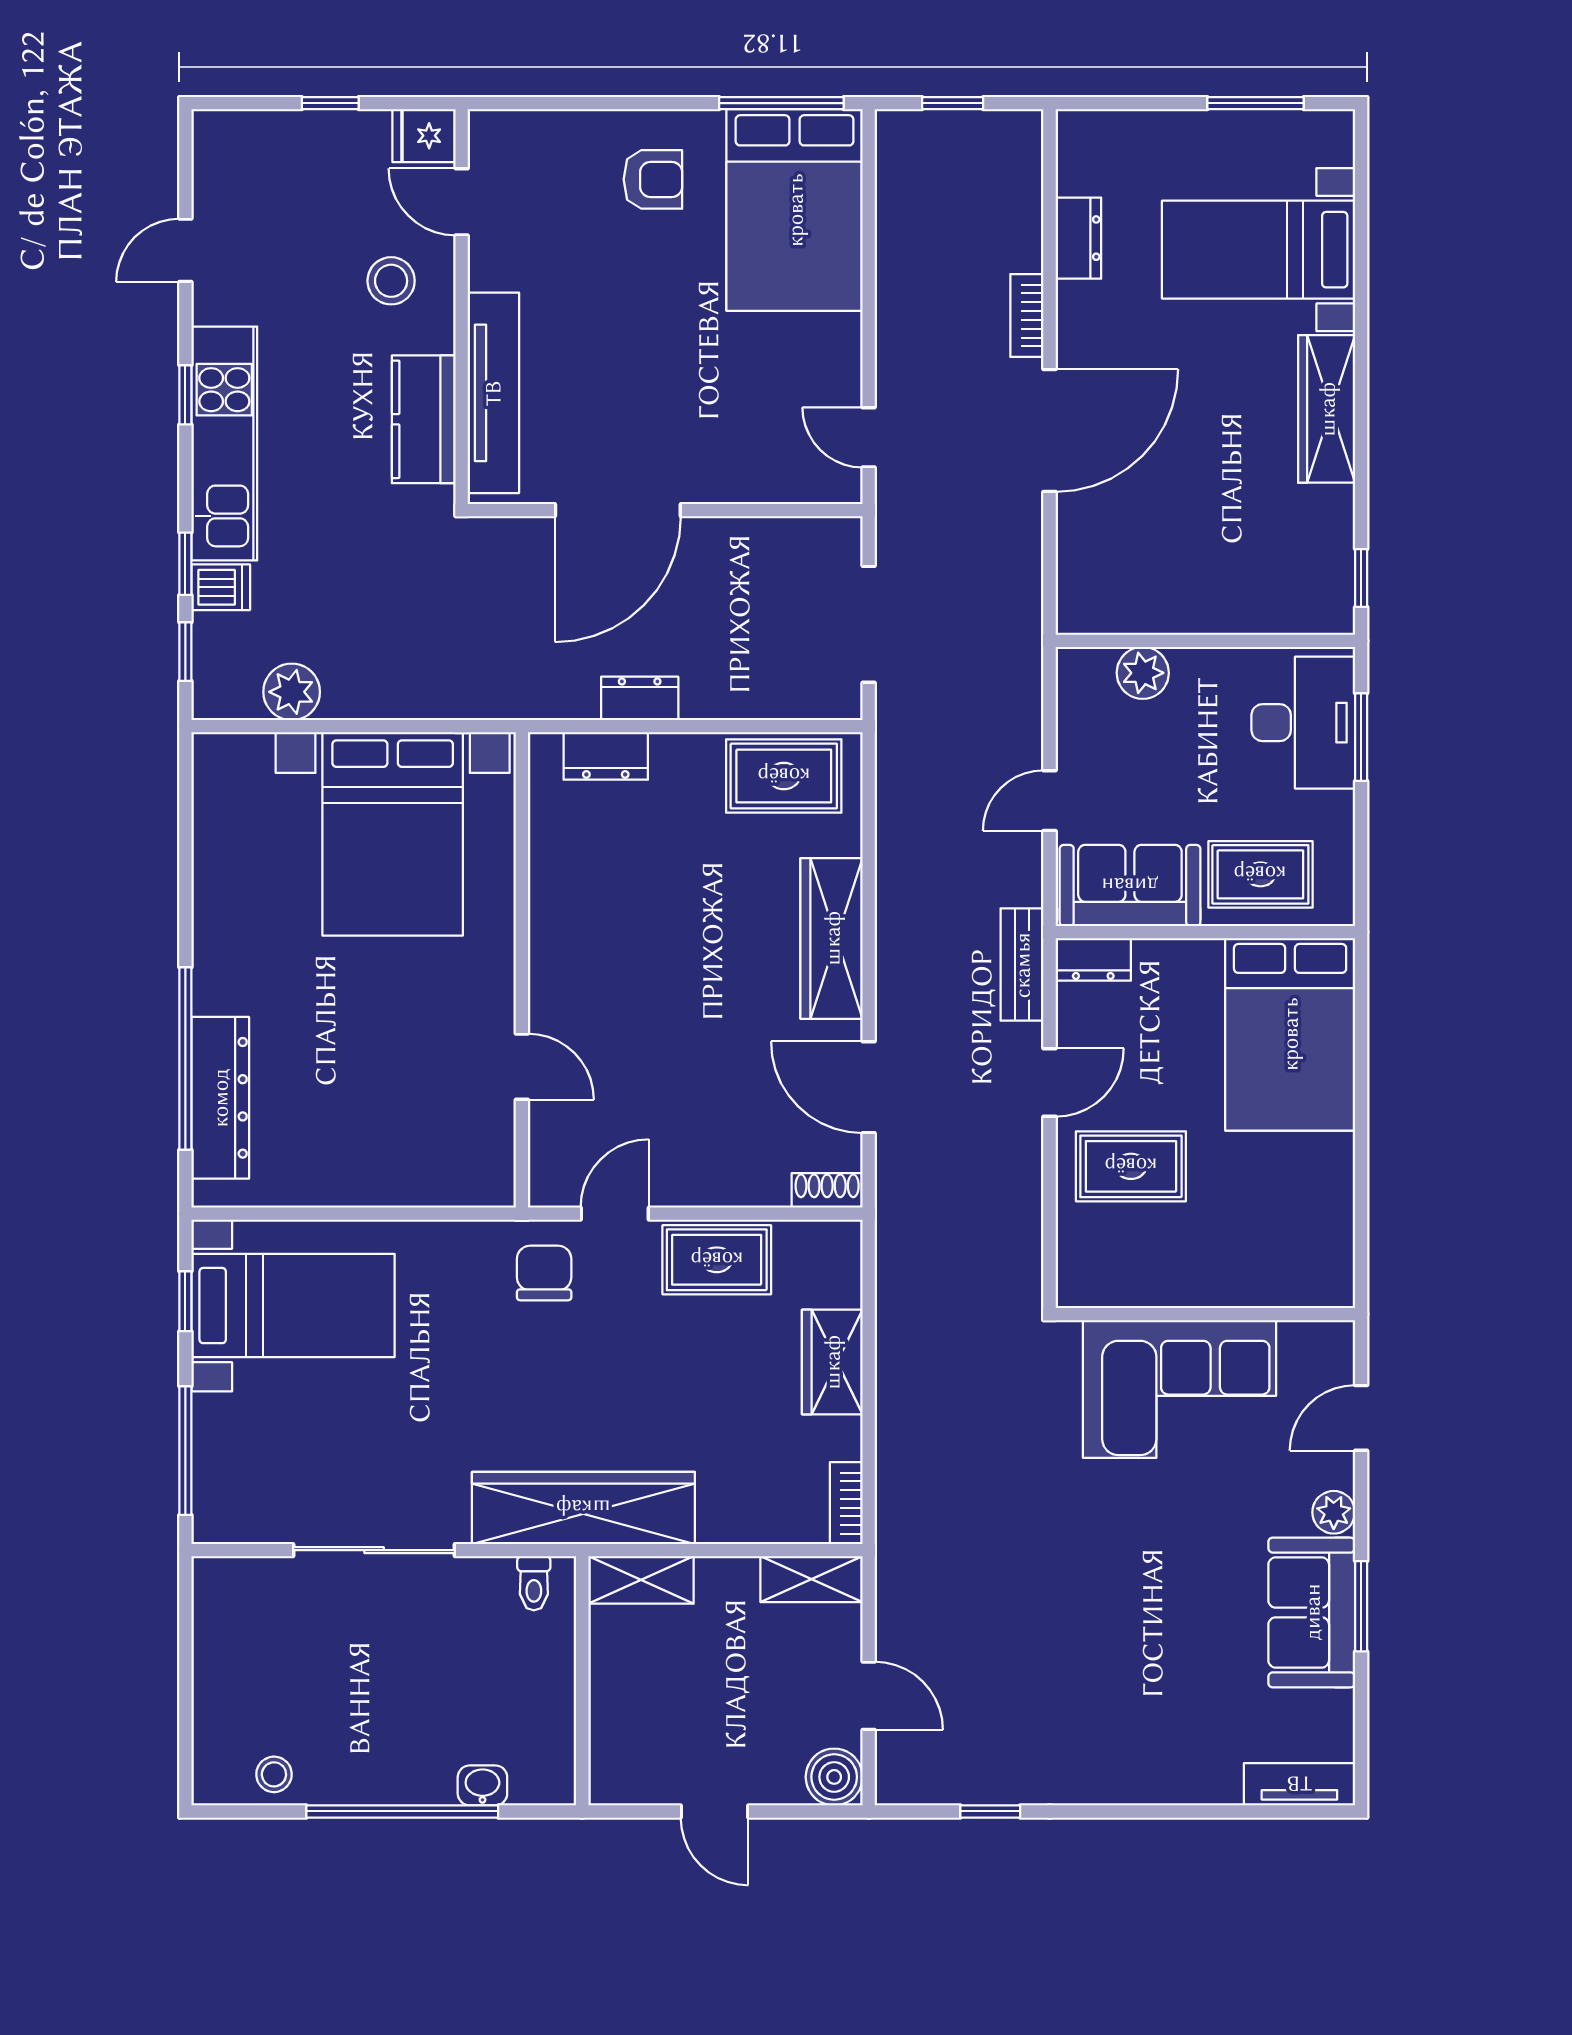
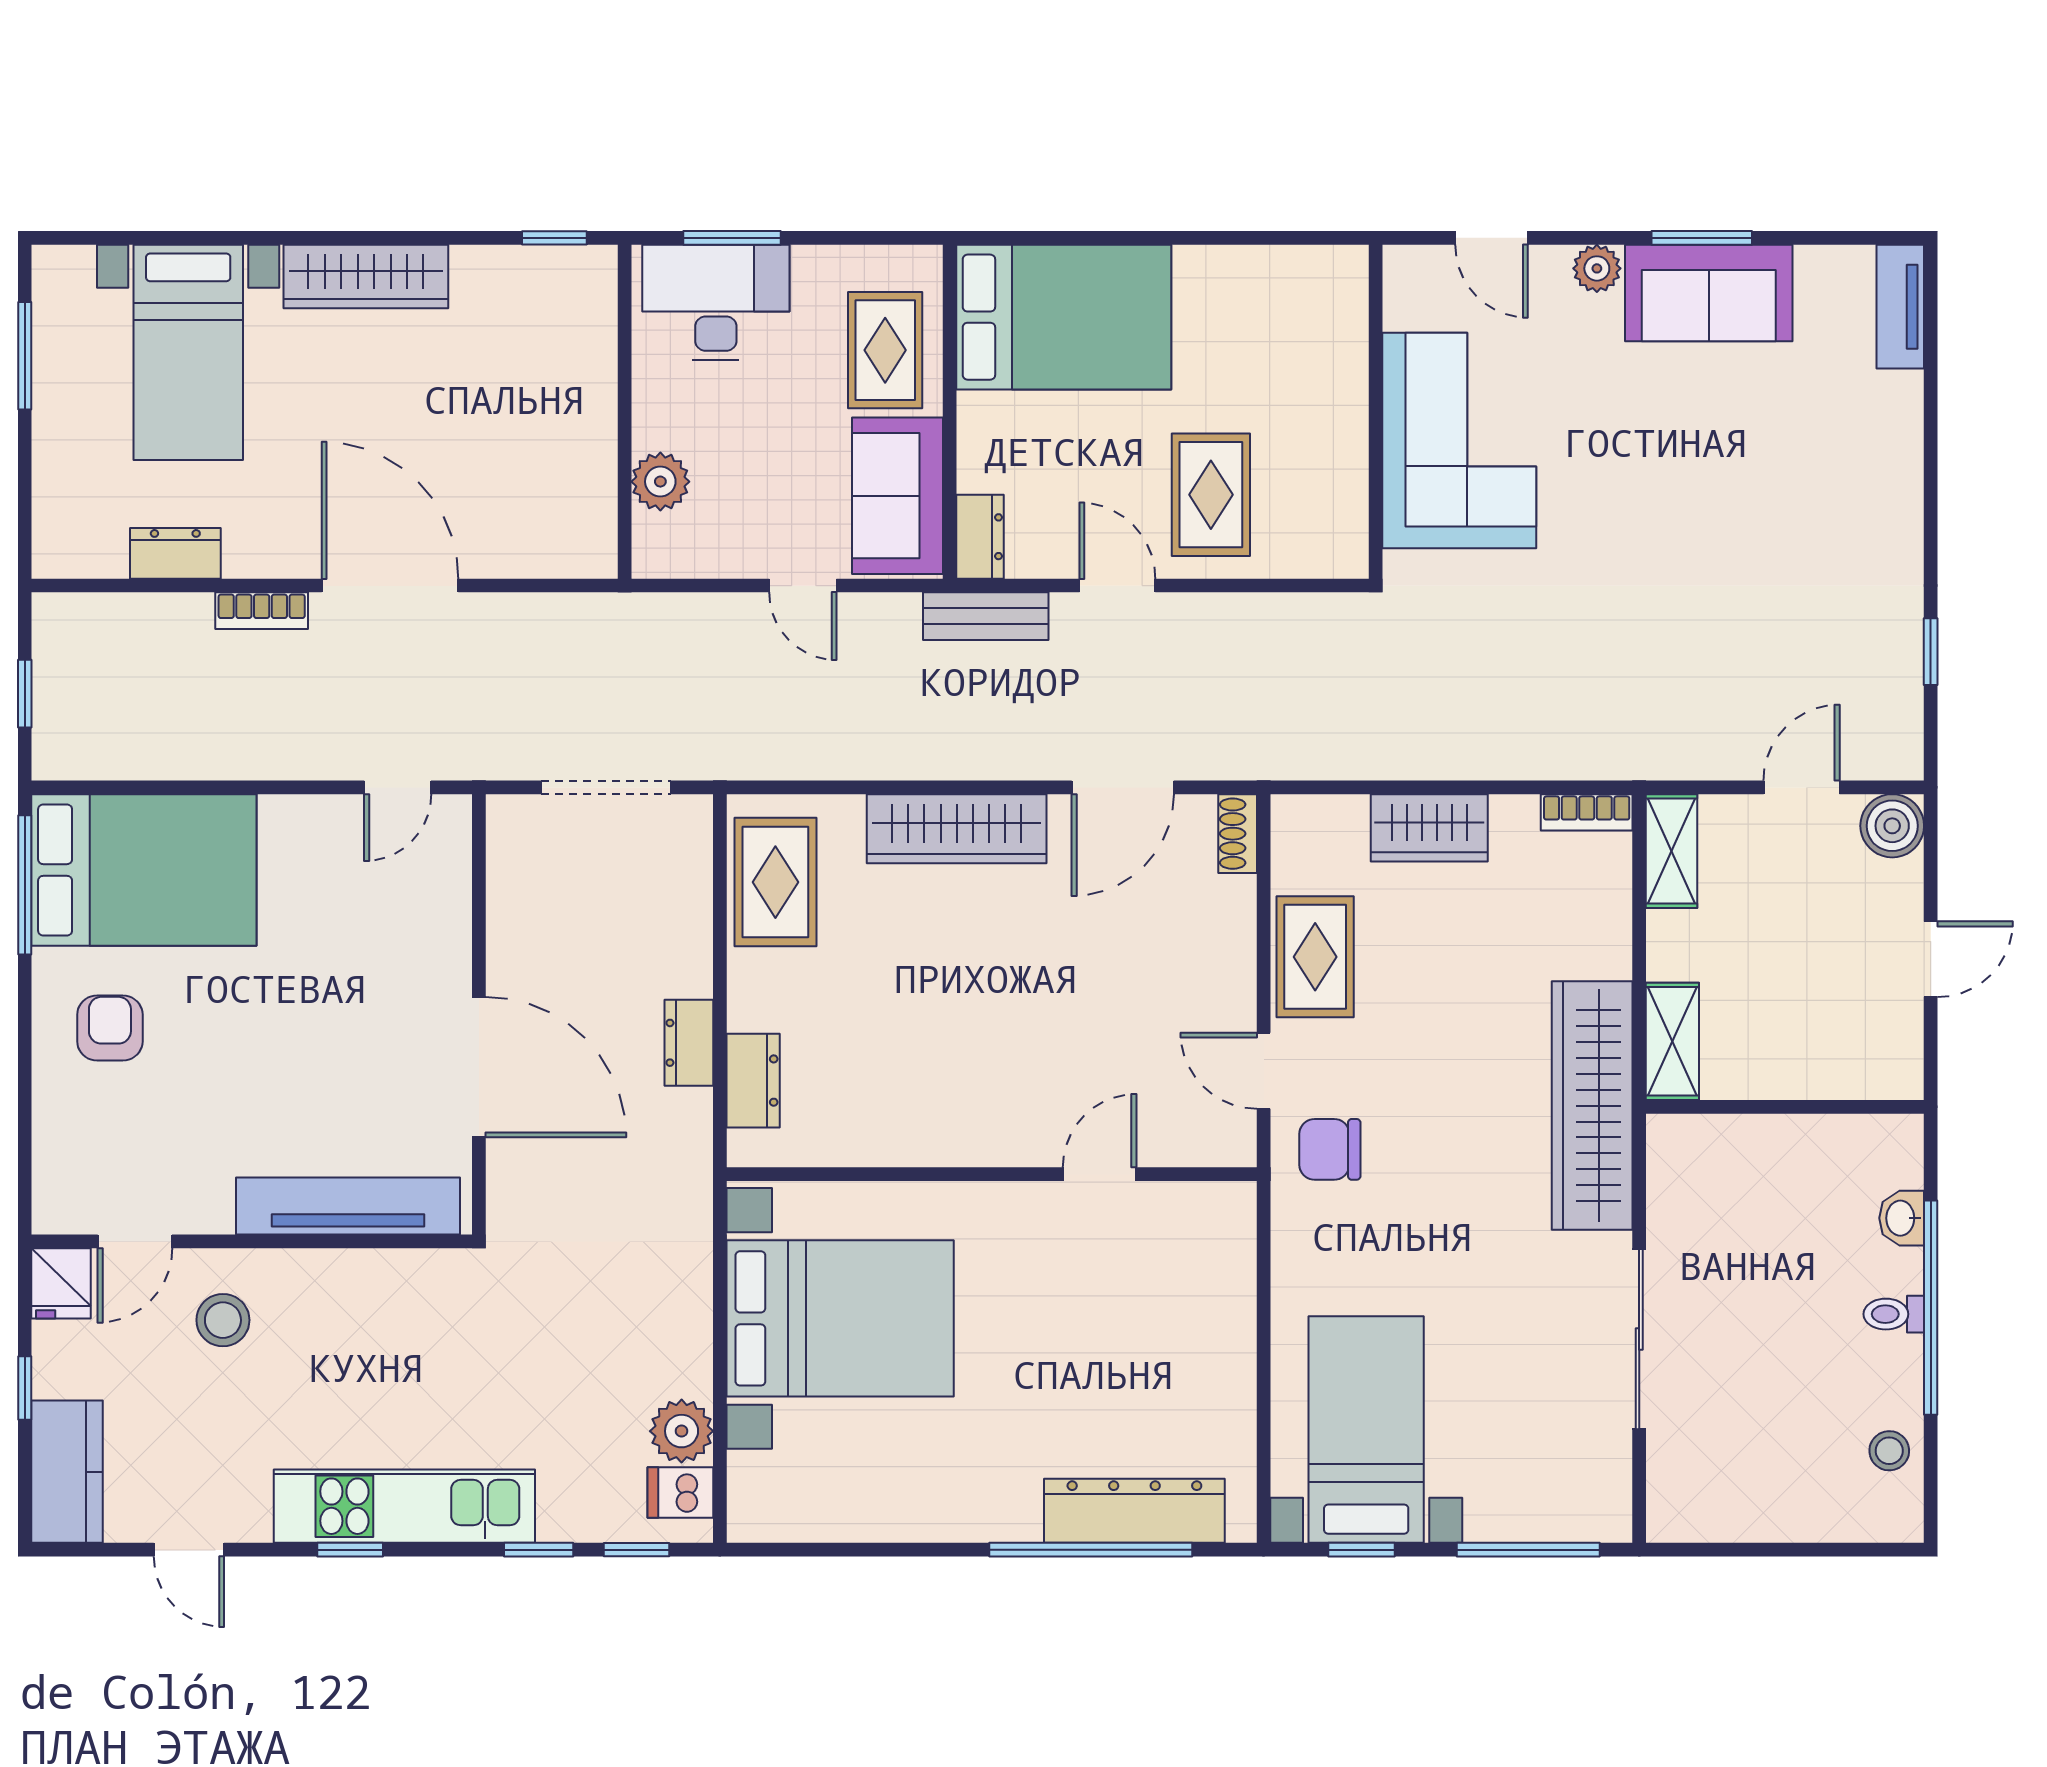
kitchen counter: (424, 419) -> (67, 1472), moved, turned -90
dishwasher: (221, 587) -> (680, 1493), moved, turned -90
toilet: (534, 1583) -> (1894, 1314), moved, turned 180

